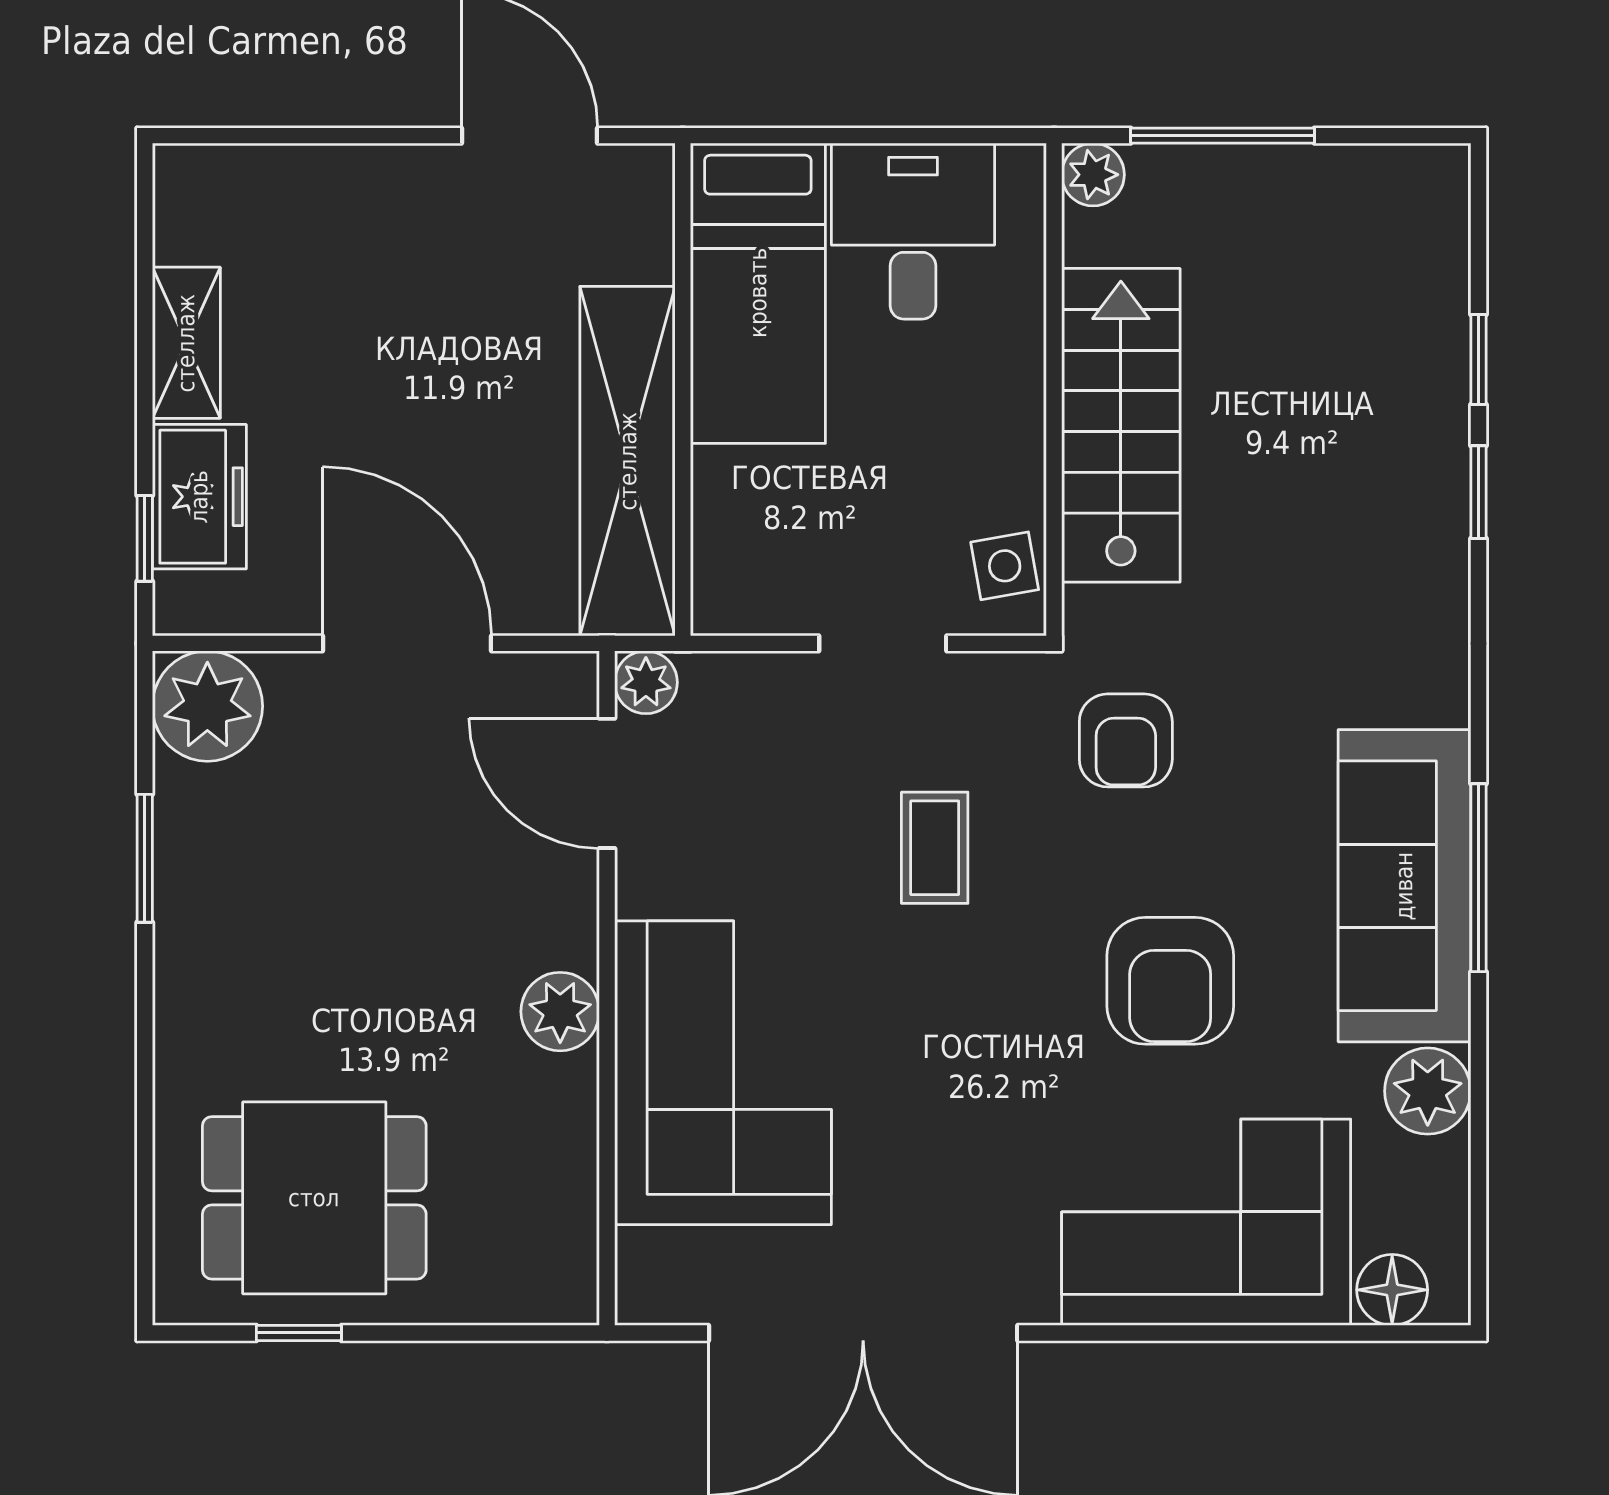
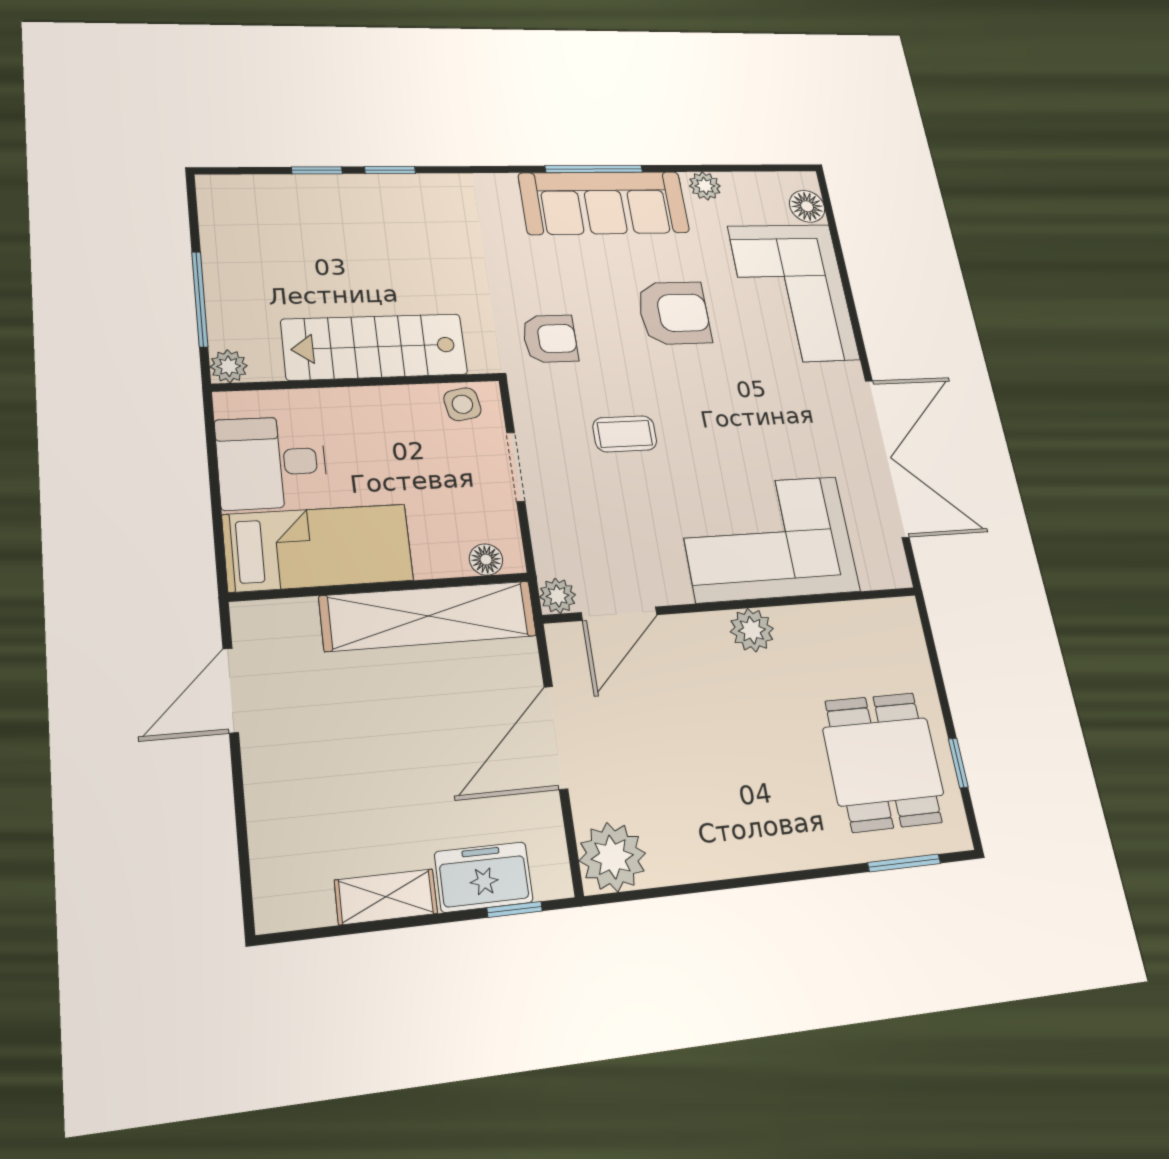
floor lamp: (718, 569) -> (486, 560), added
window: (145, 858) -> (904, 863), moved
plant: (1428, 1091) -> (705, 186), width x0.73, depth x0.73

